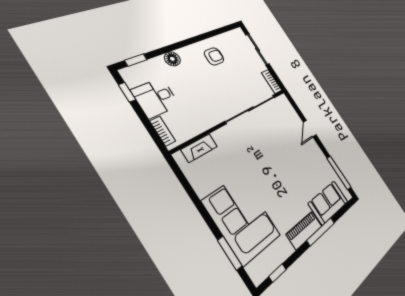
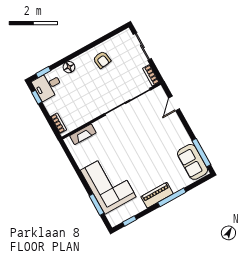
armchair: (214, 56) -> (102, 60), turned 82
desk: (156, 98) -> (48, 86), moved
door: (310, 129) -> (174, 103), moved
sofa: (328, 203) -> (193, 162), moved, turned -90

